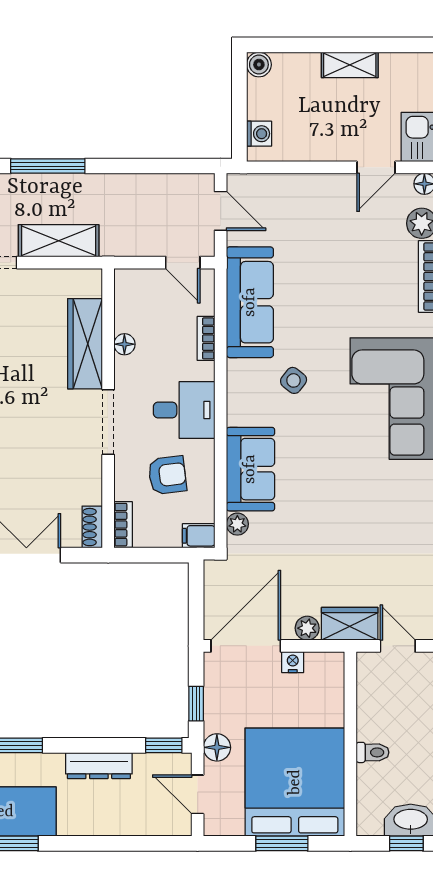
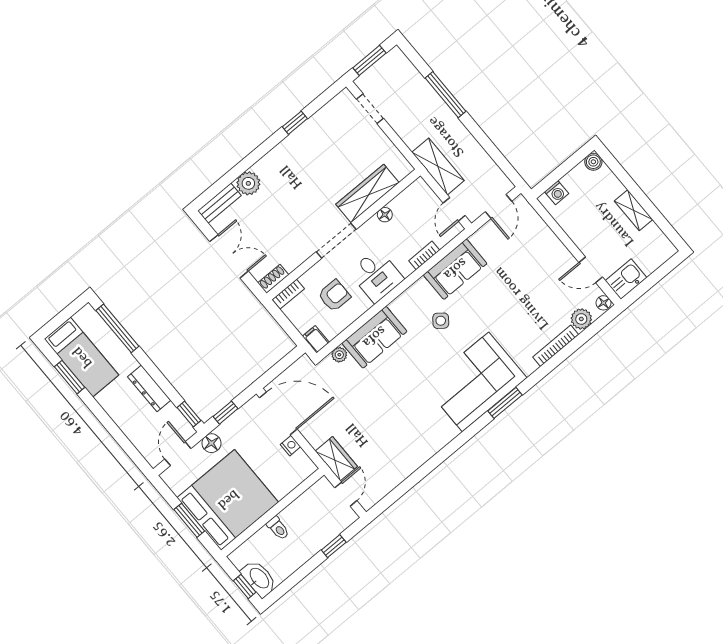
shelving: (59, 241) -> (438, 166), moved
sofa: (250, 302) -> (455, 269), width x0.73
armchair: (167, 475) -> (334, 296), turned -83
plant: (307, 628) -> (315, 438), removed

